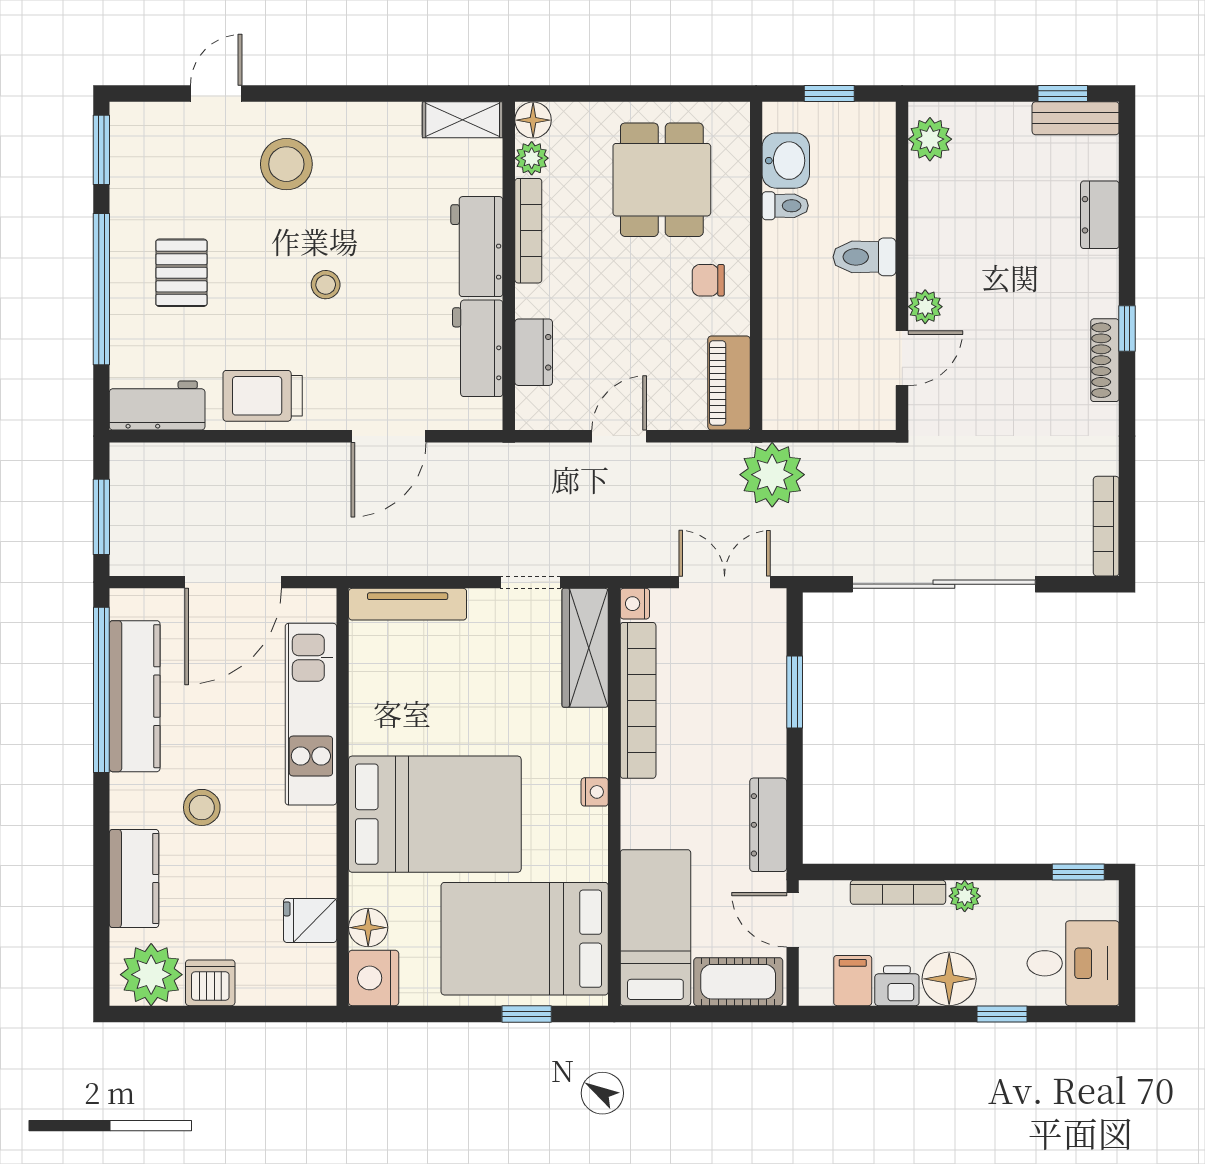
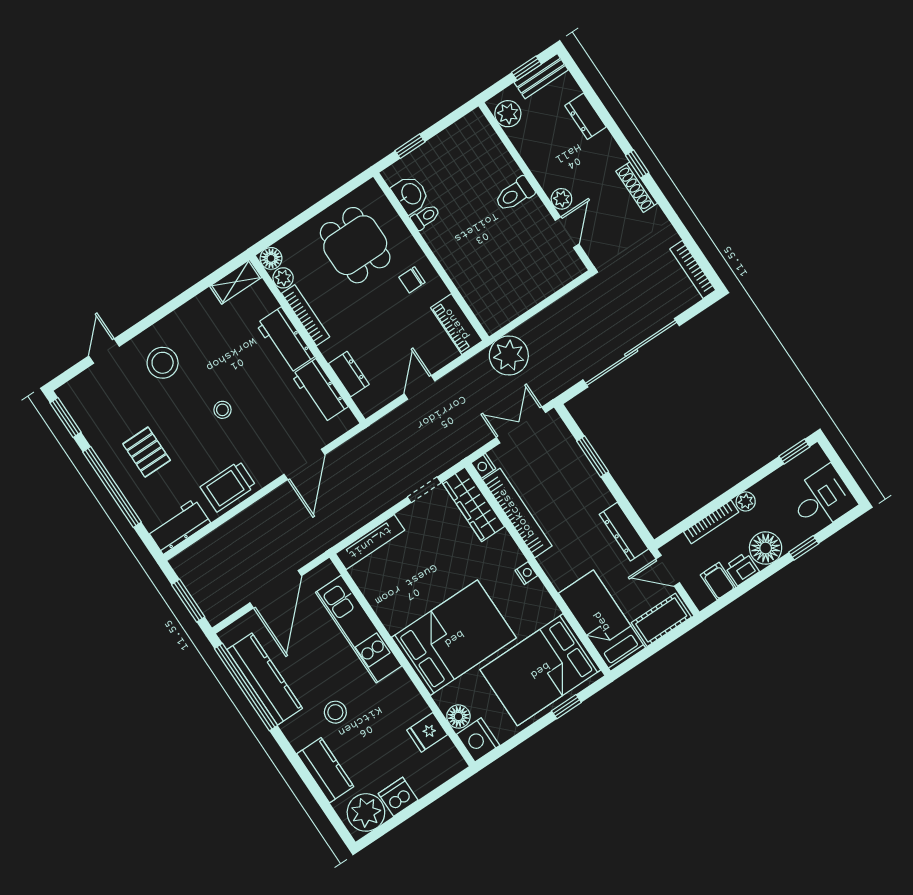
plant: (930, 139) -> (508, 114), moved
toilet: (865, 257) -> (515, 194), moved
wall: (902, 266) -> (536, 186), moved
plant: (925, 307) -> (561, 199), moved
door: (902, 358) -> (567, 232), moved

